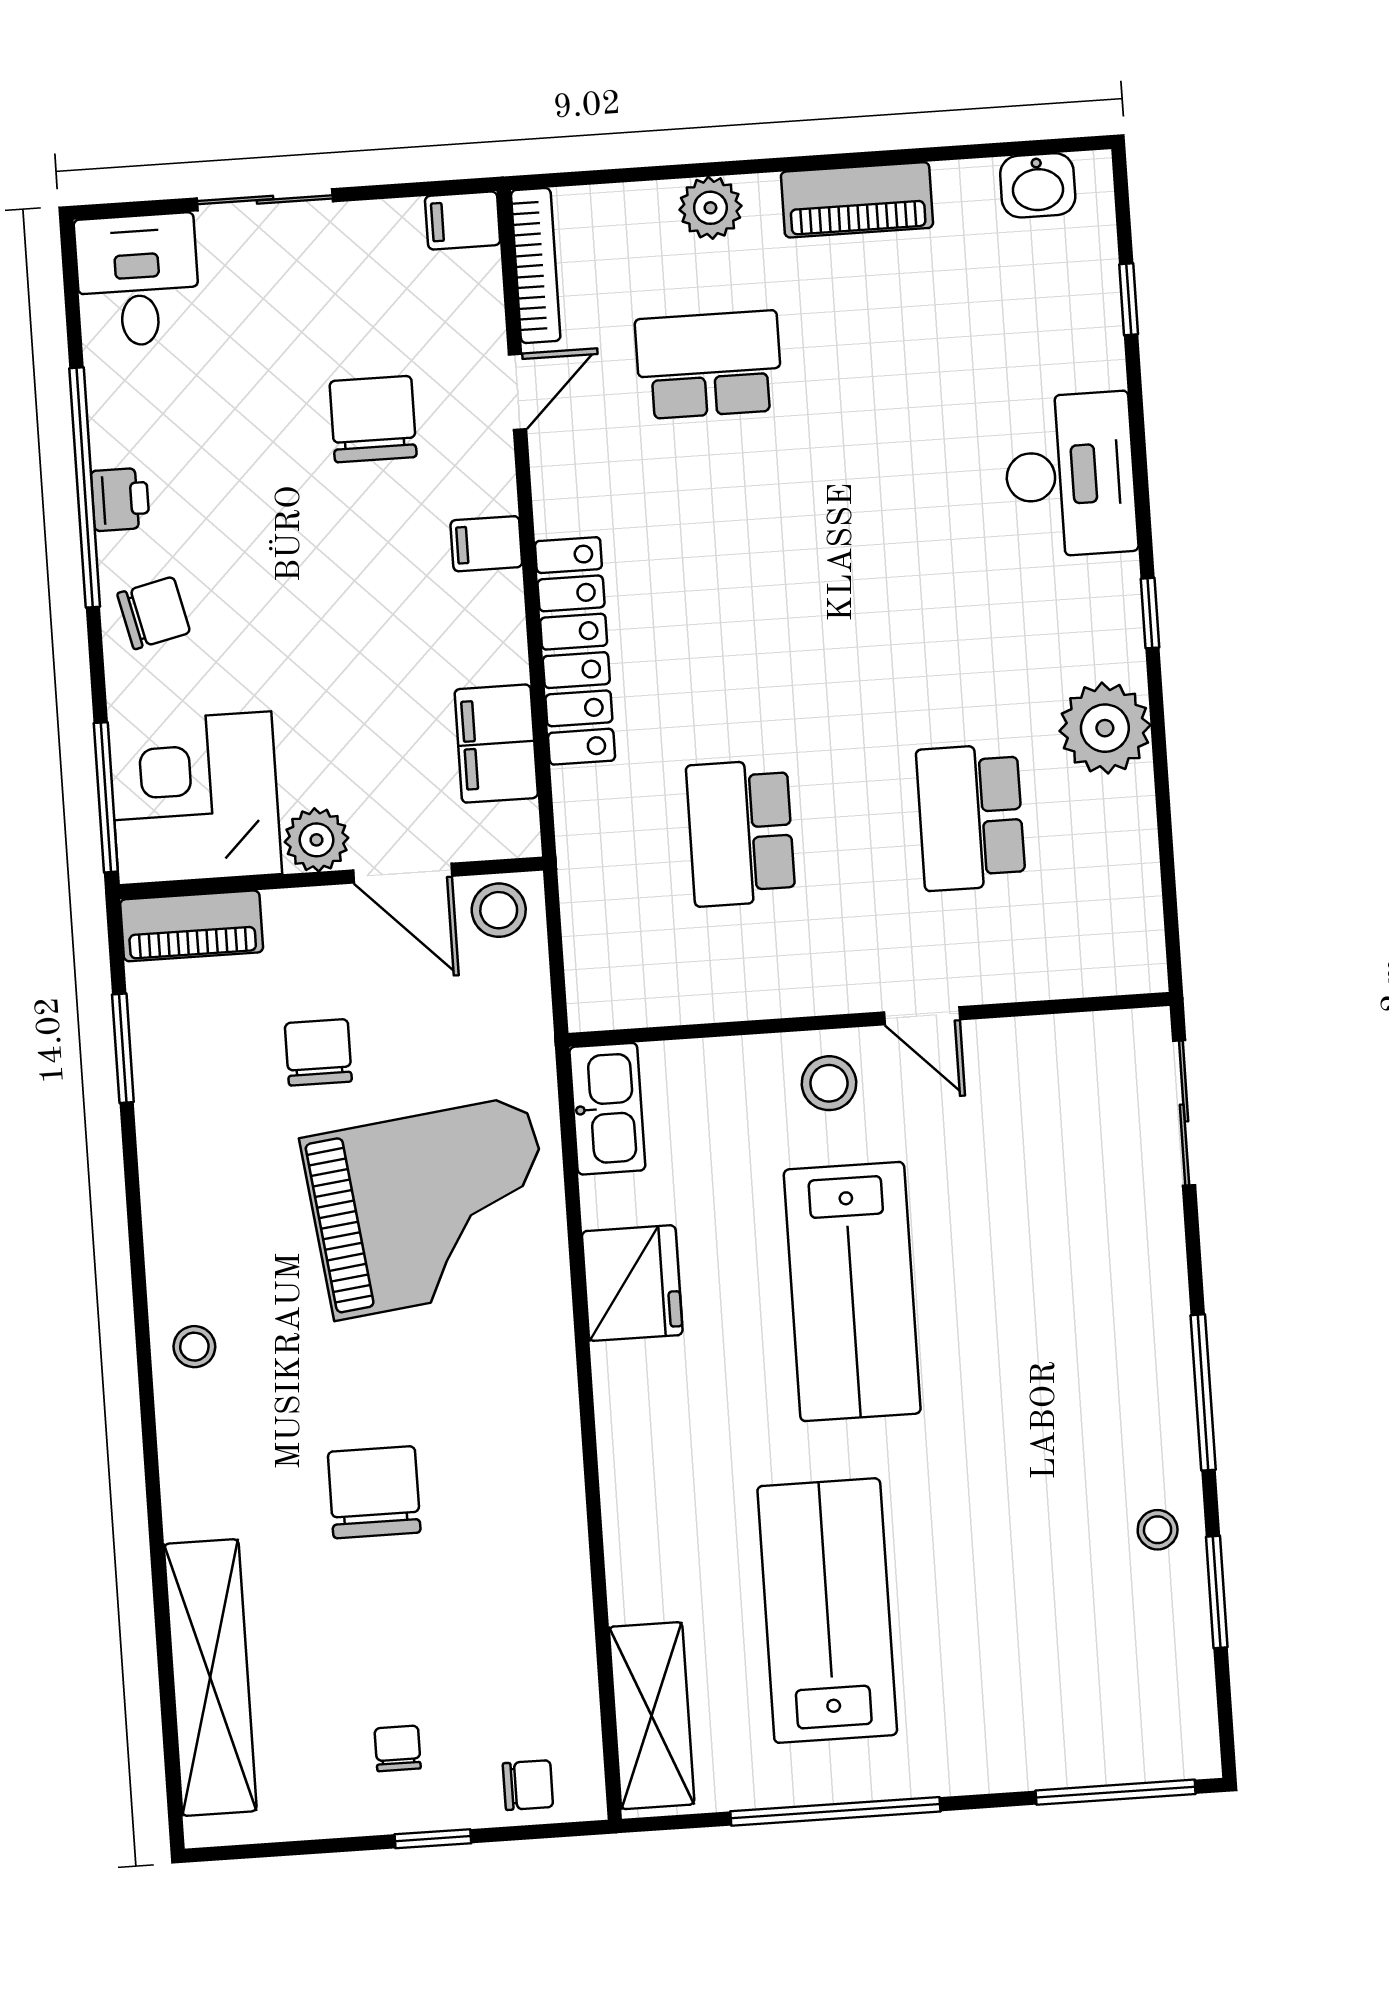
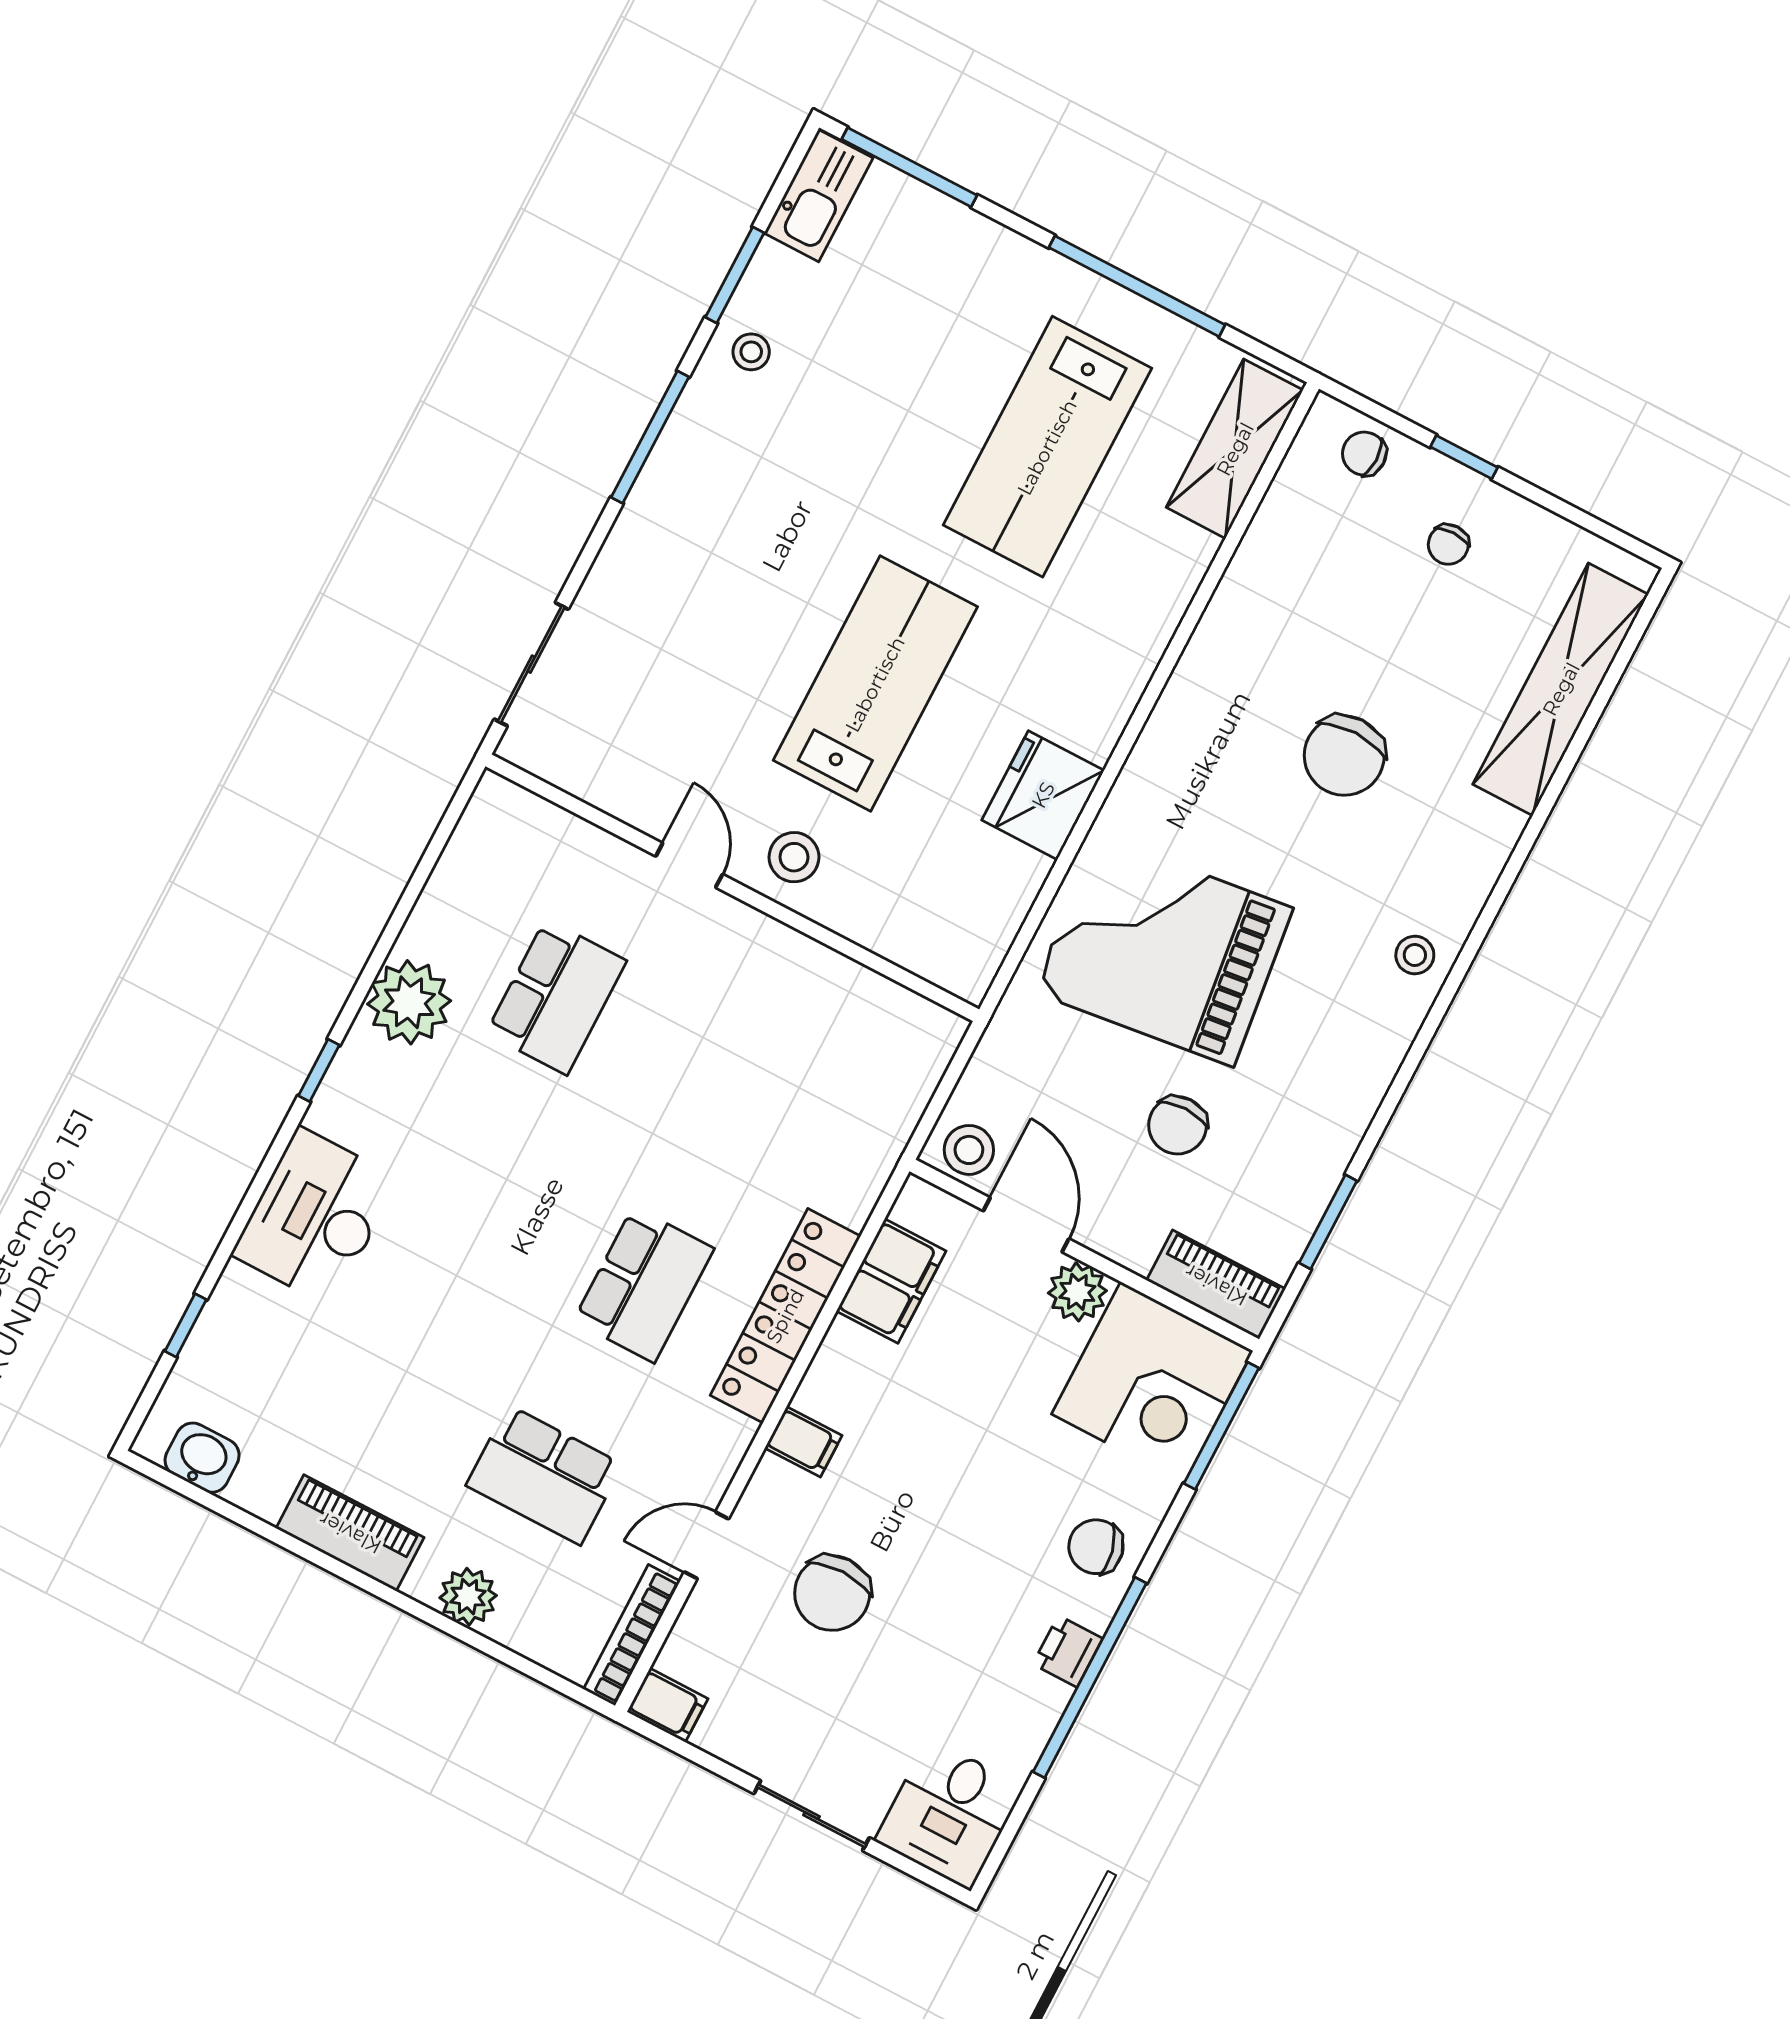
school desk: (741, 833) -> (644, 1285), moved
kitchen sink: (607, 1109) -> (818, 196), moved, turned 180

